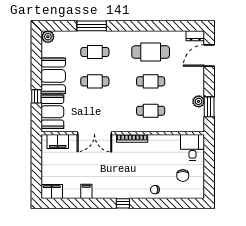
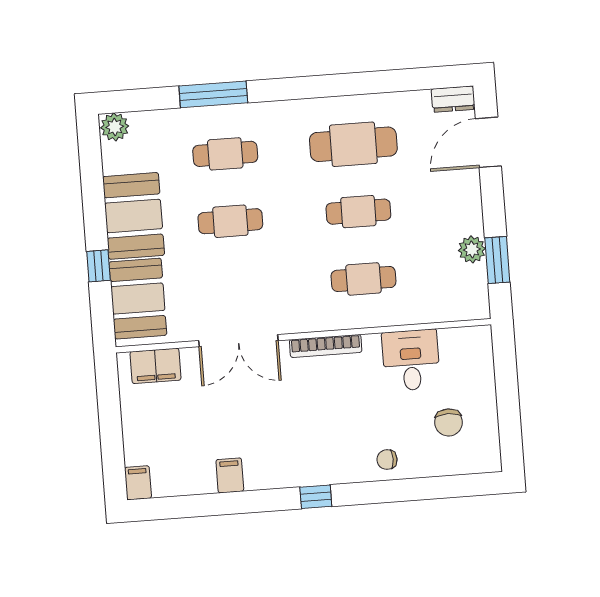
desk: (193, 147) -> (411, 360), moved
filing cabinet: (52, 192) -> (138, 483), width x0.50

